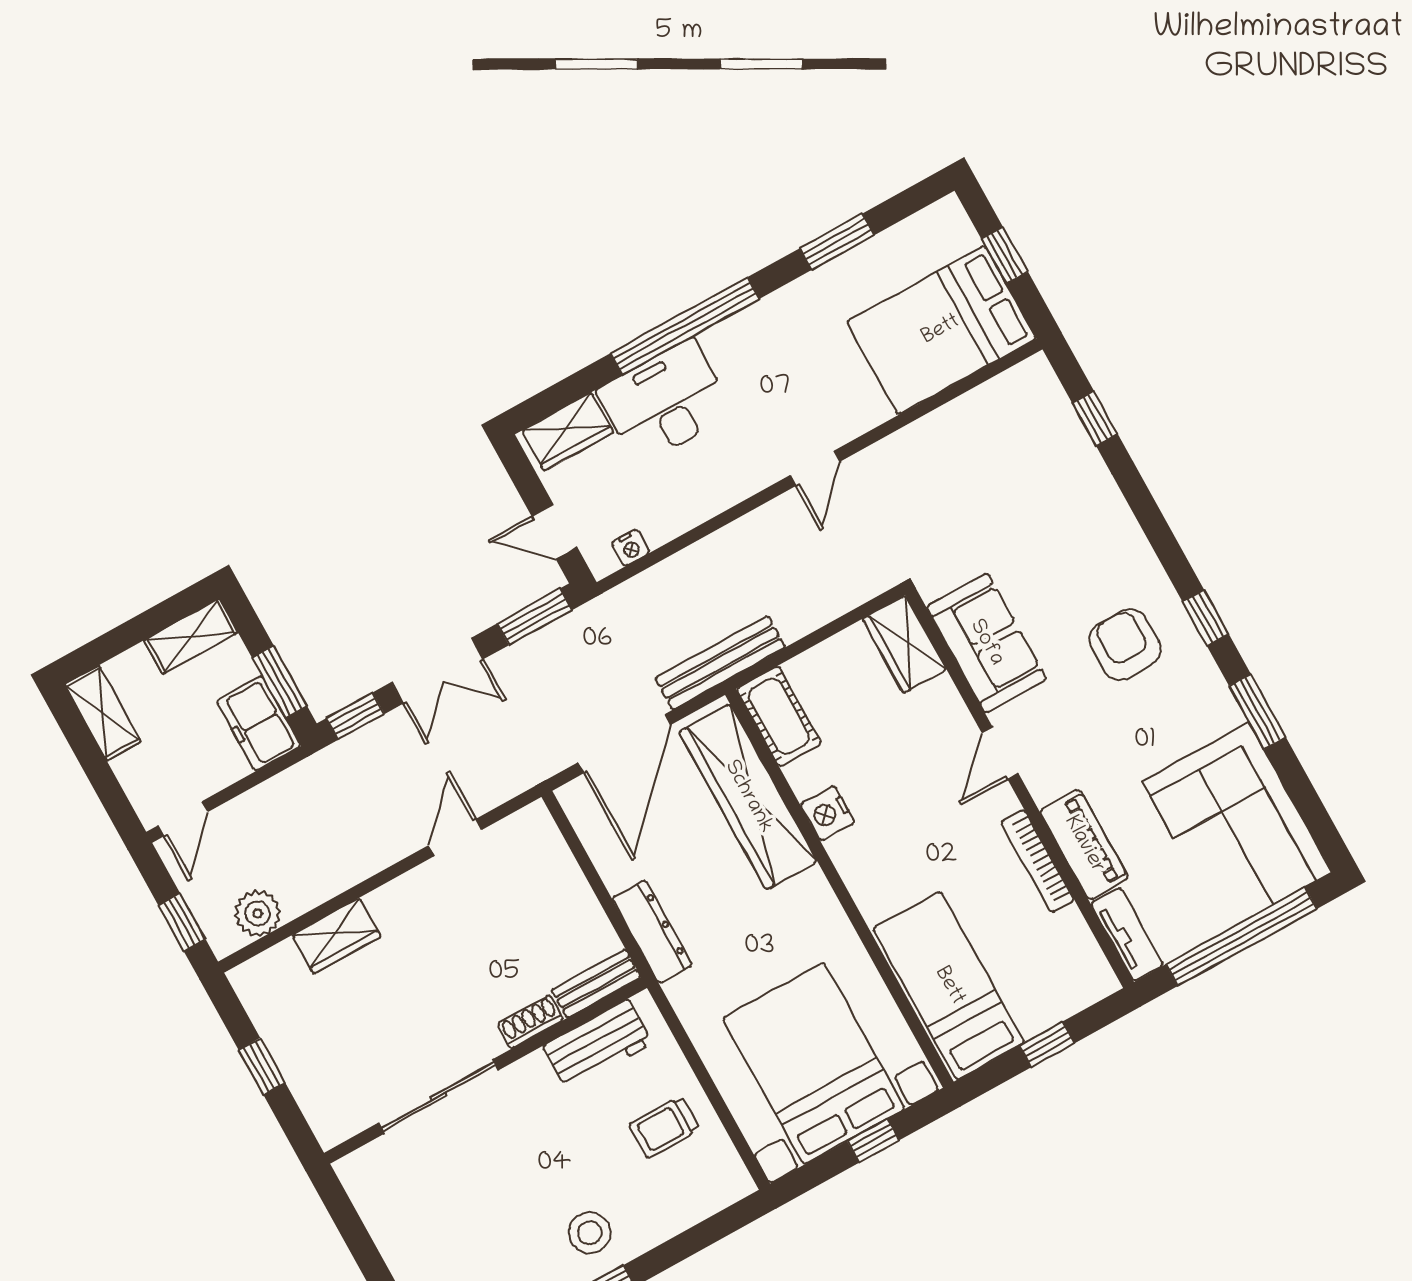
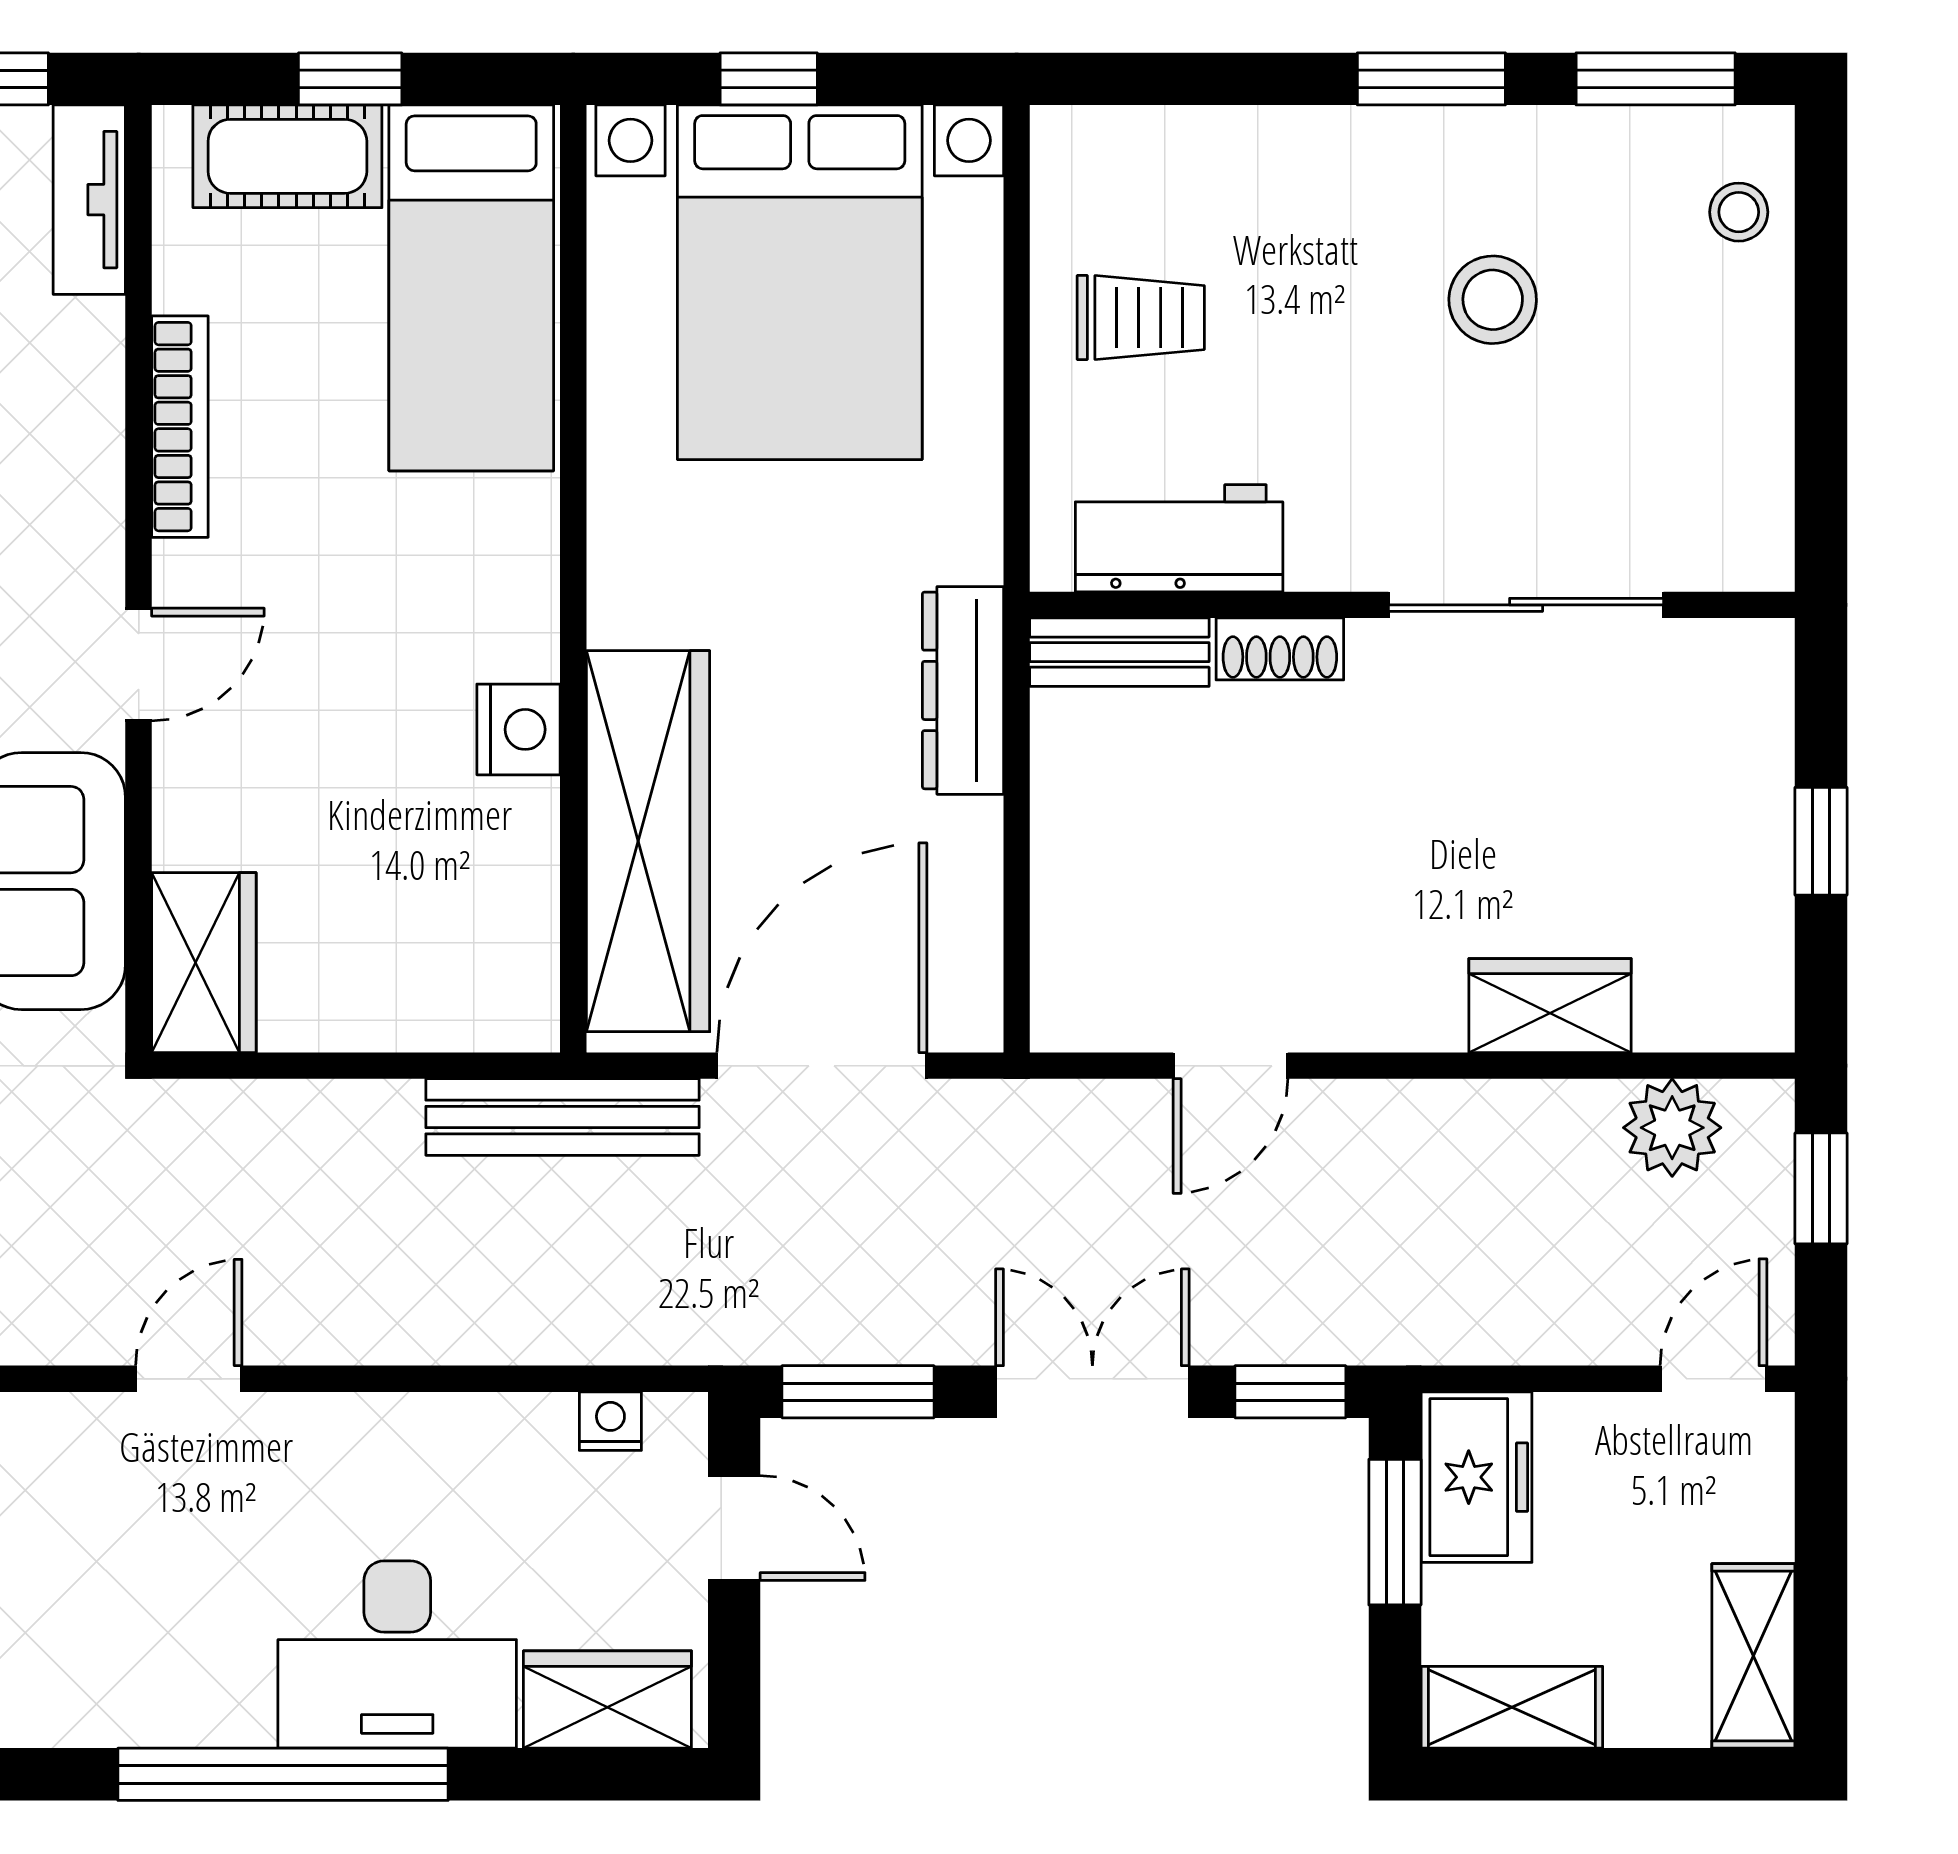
cot: (779, 716) -> (287, 156), moved, turned 90
piano: (1084, 845) -> (77, 410), removed
stool: (590, 1233) -> (1493, 300), moved

